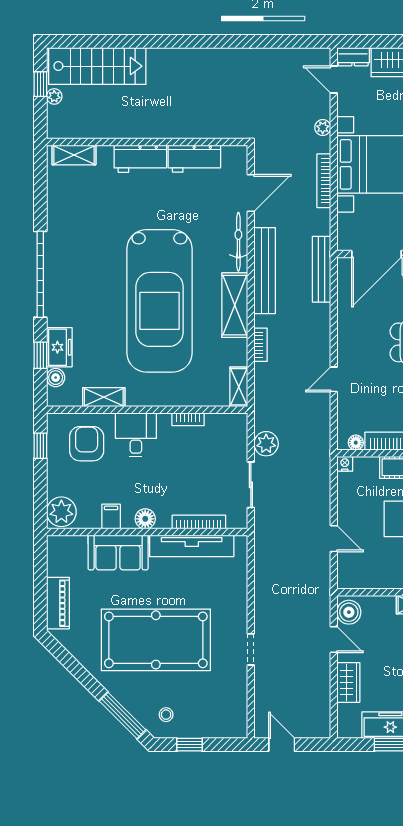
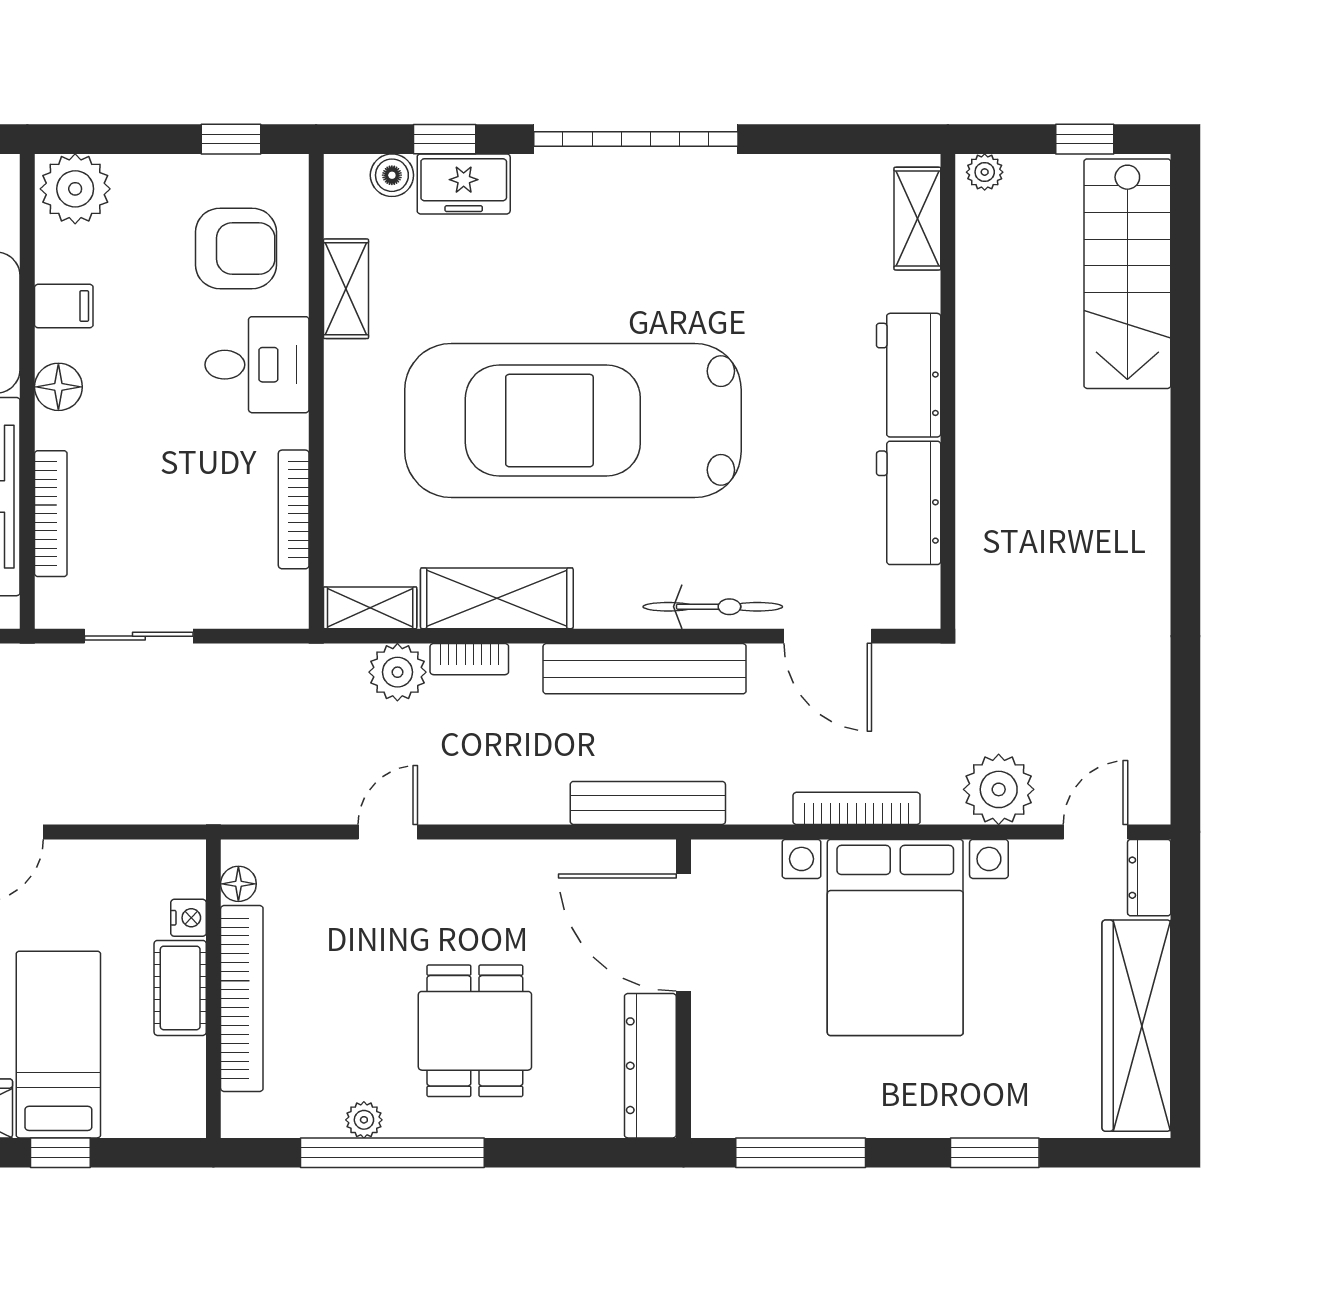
plant: (54, 96) -> (985, 172), moved
plant: (323, 128) -> (999, 789), width x1.87, depth x1.87
shelving: (235, 305) -> (497, 598), moved
door: (334, 379) -> (388, 832), hinge flipped
bookcase: (188, 419) -> (294, 509), width x1.56
plant: (266, 444) -> (397, 672), moved
nightstand: (345, 464) -> (188, 918), moved

